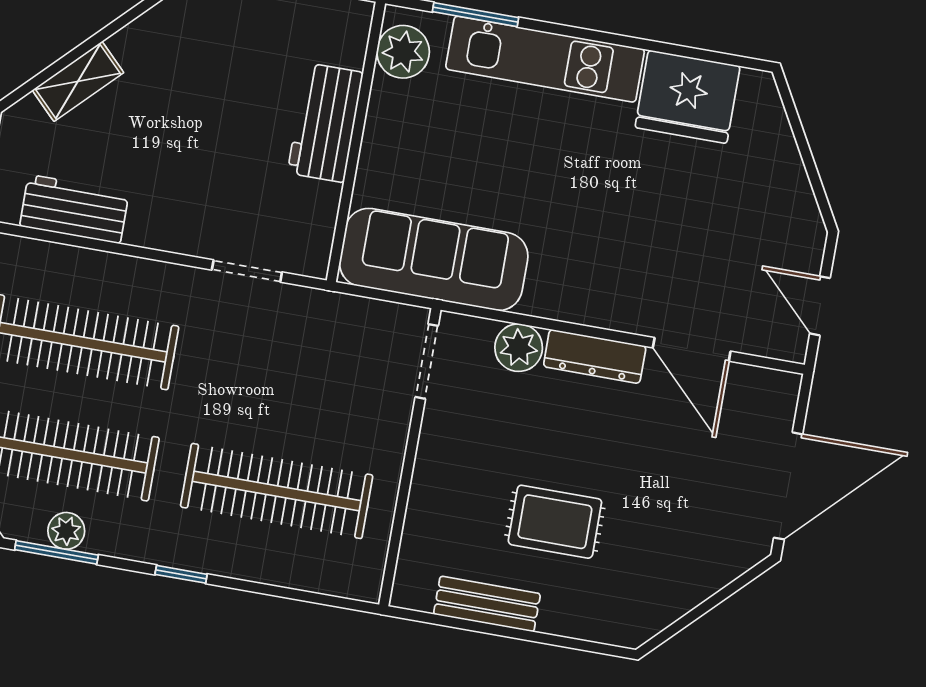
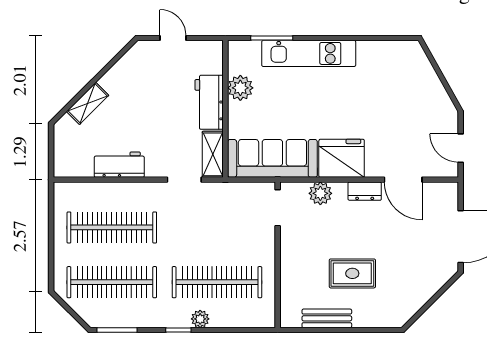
plant: (403, 52) -> (240, 88), moved
fridge: (688, 97) -> (342, 158), moved, turned 180
workbench: (74, 209) -> (119, 165), moved
shelving: (314, 230) -> (213, 154), added
dresser: (595, 356) -> (365, 191), width x0.70
plant: (66, 531) -> (200, 319), moved

